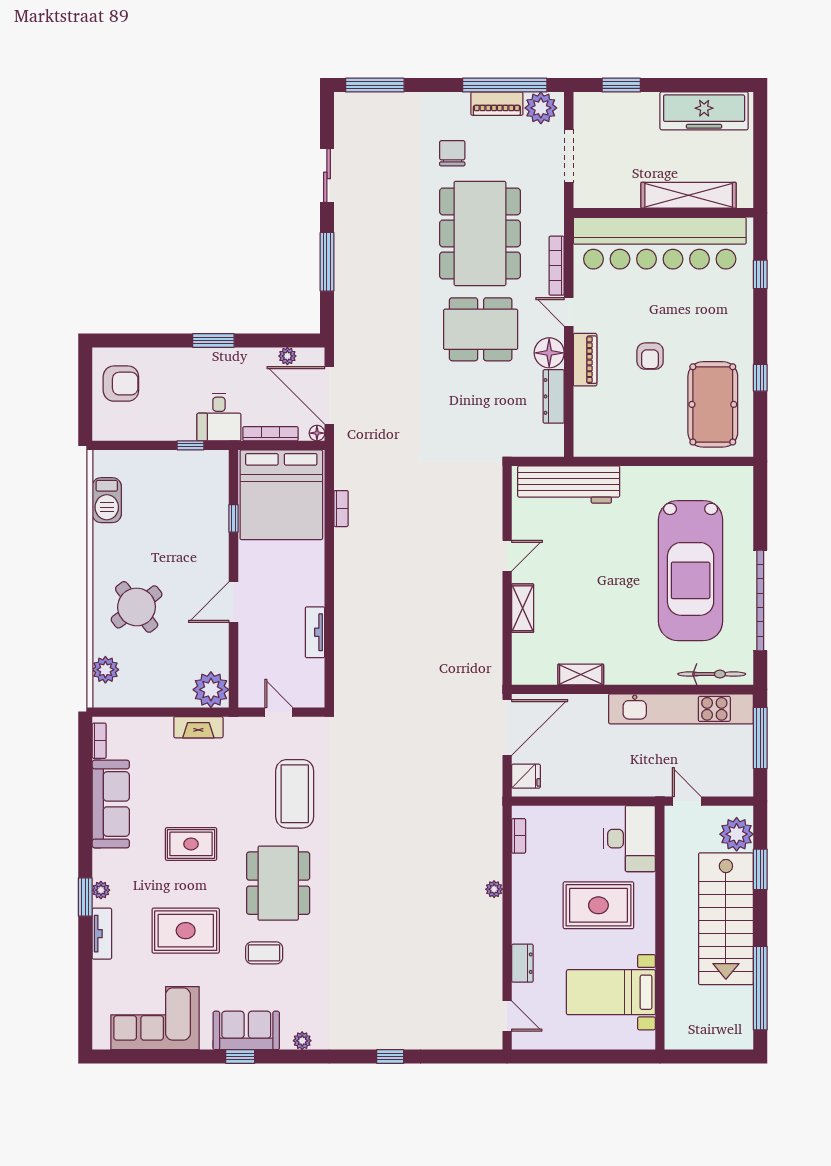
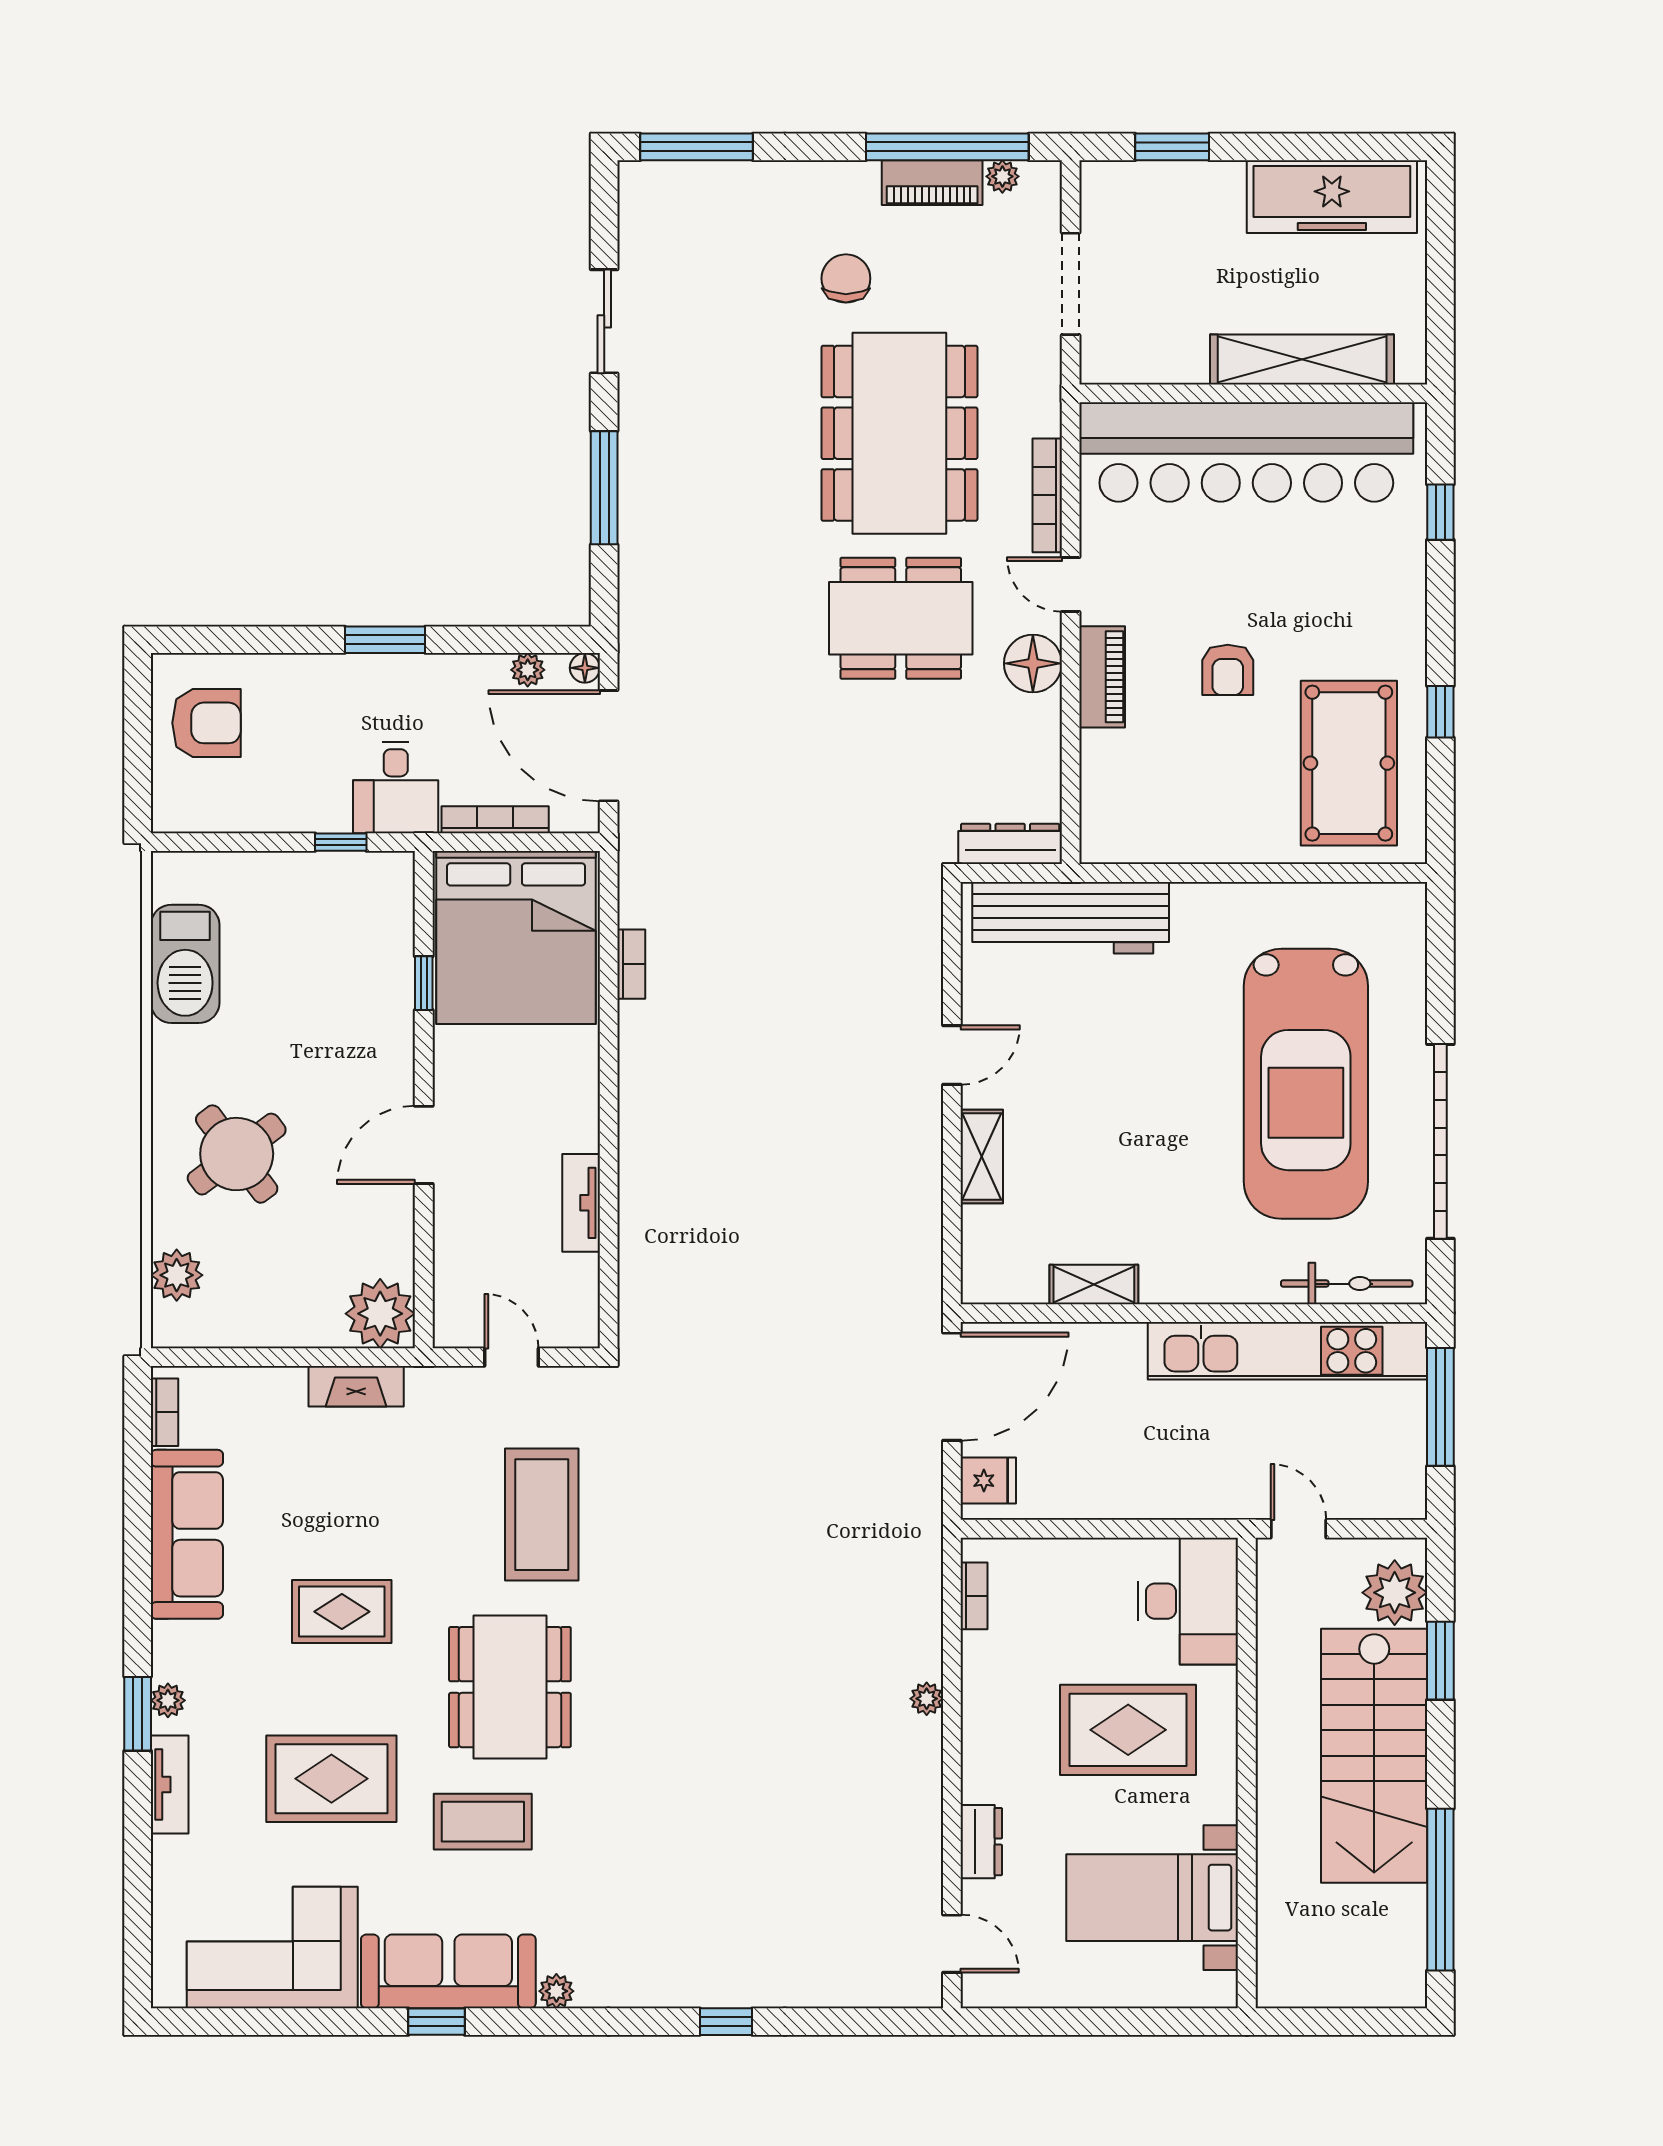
plant: (541, 108) -> (1002, 176), width x0.53, depth x0.53
dresser: (554, 396) -> (1010, 844), moved, turned 90
floor lamp: (317, 433) -> (585, 668), moved
barbecue: (107, 500) -> (185, 964), width x1.37, depth x1.21
coffee table: (264, 953) -> (483, 1822), width x1.36, depth x1.30
sofa: (246, 1030) -> (448, 1971), width x1.36

